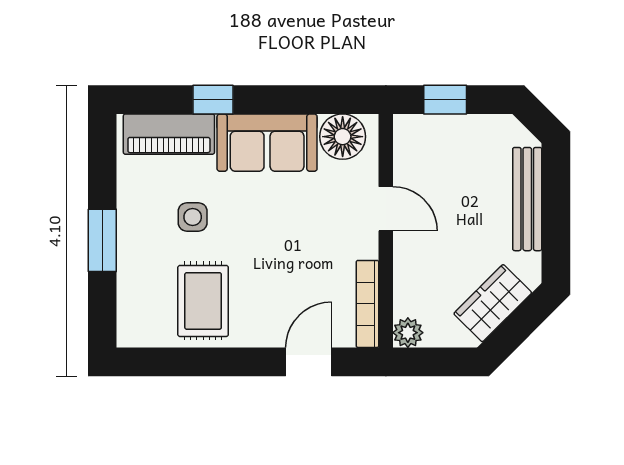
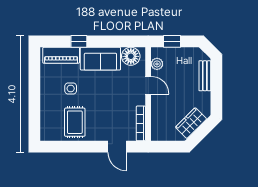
bench: (527, 199) -> (205, 76), width x0.73
window: (102, 240) -> (34, 98), removed
plant: (408, 333) -> (157, 64), moved
door: (309, 362) -> (117, 147), swing flipped

